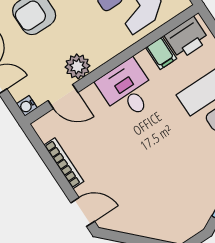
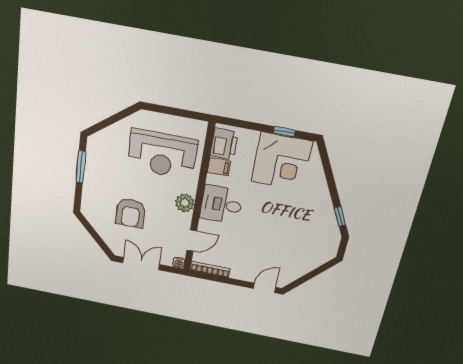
plant: (77, 66) -> (185, 203), moved
bookcase: (64, 163) -> (210, 269), moved

